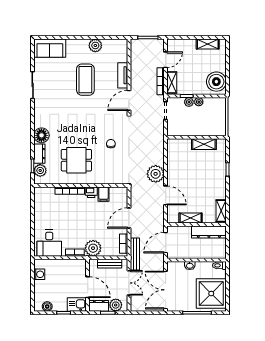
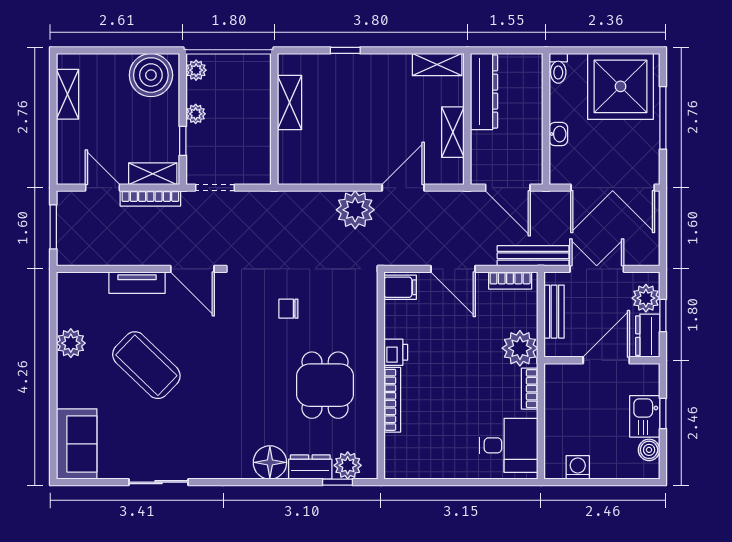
coffee table: (85, 80) -> (146, 365), turned 44
plant: (189, 102) -> (196, 70), moved
filing cabinet: (104, 194) -> (400, 287), moved
kitchen sink: (77, 304) -> (645, 416), moved

